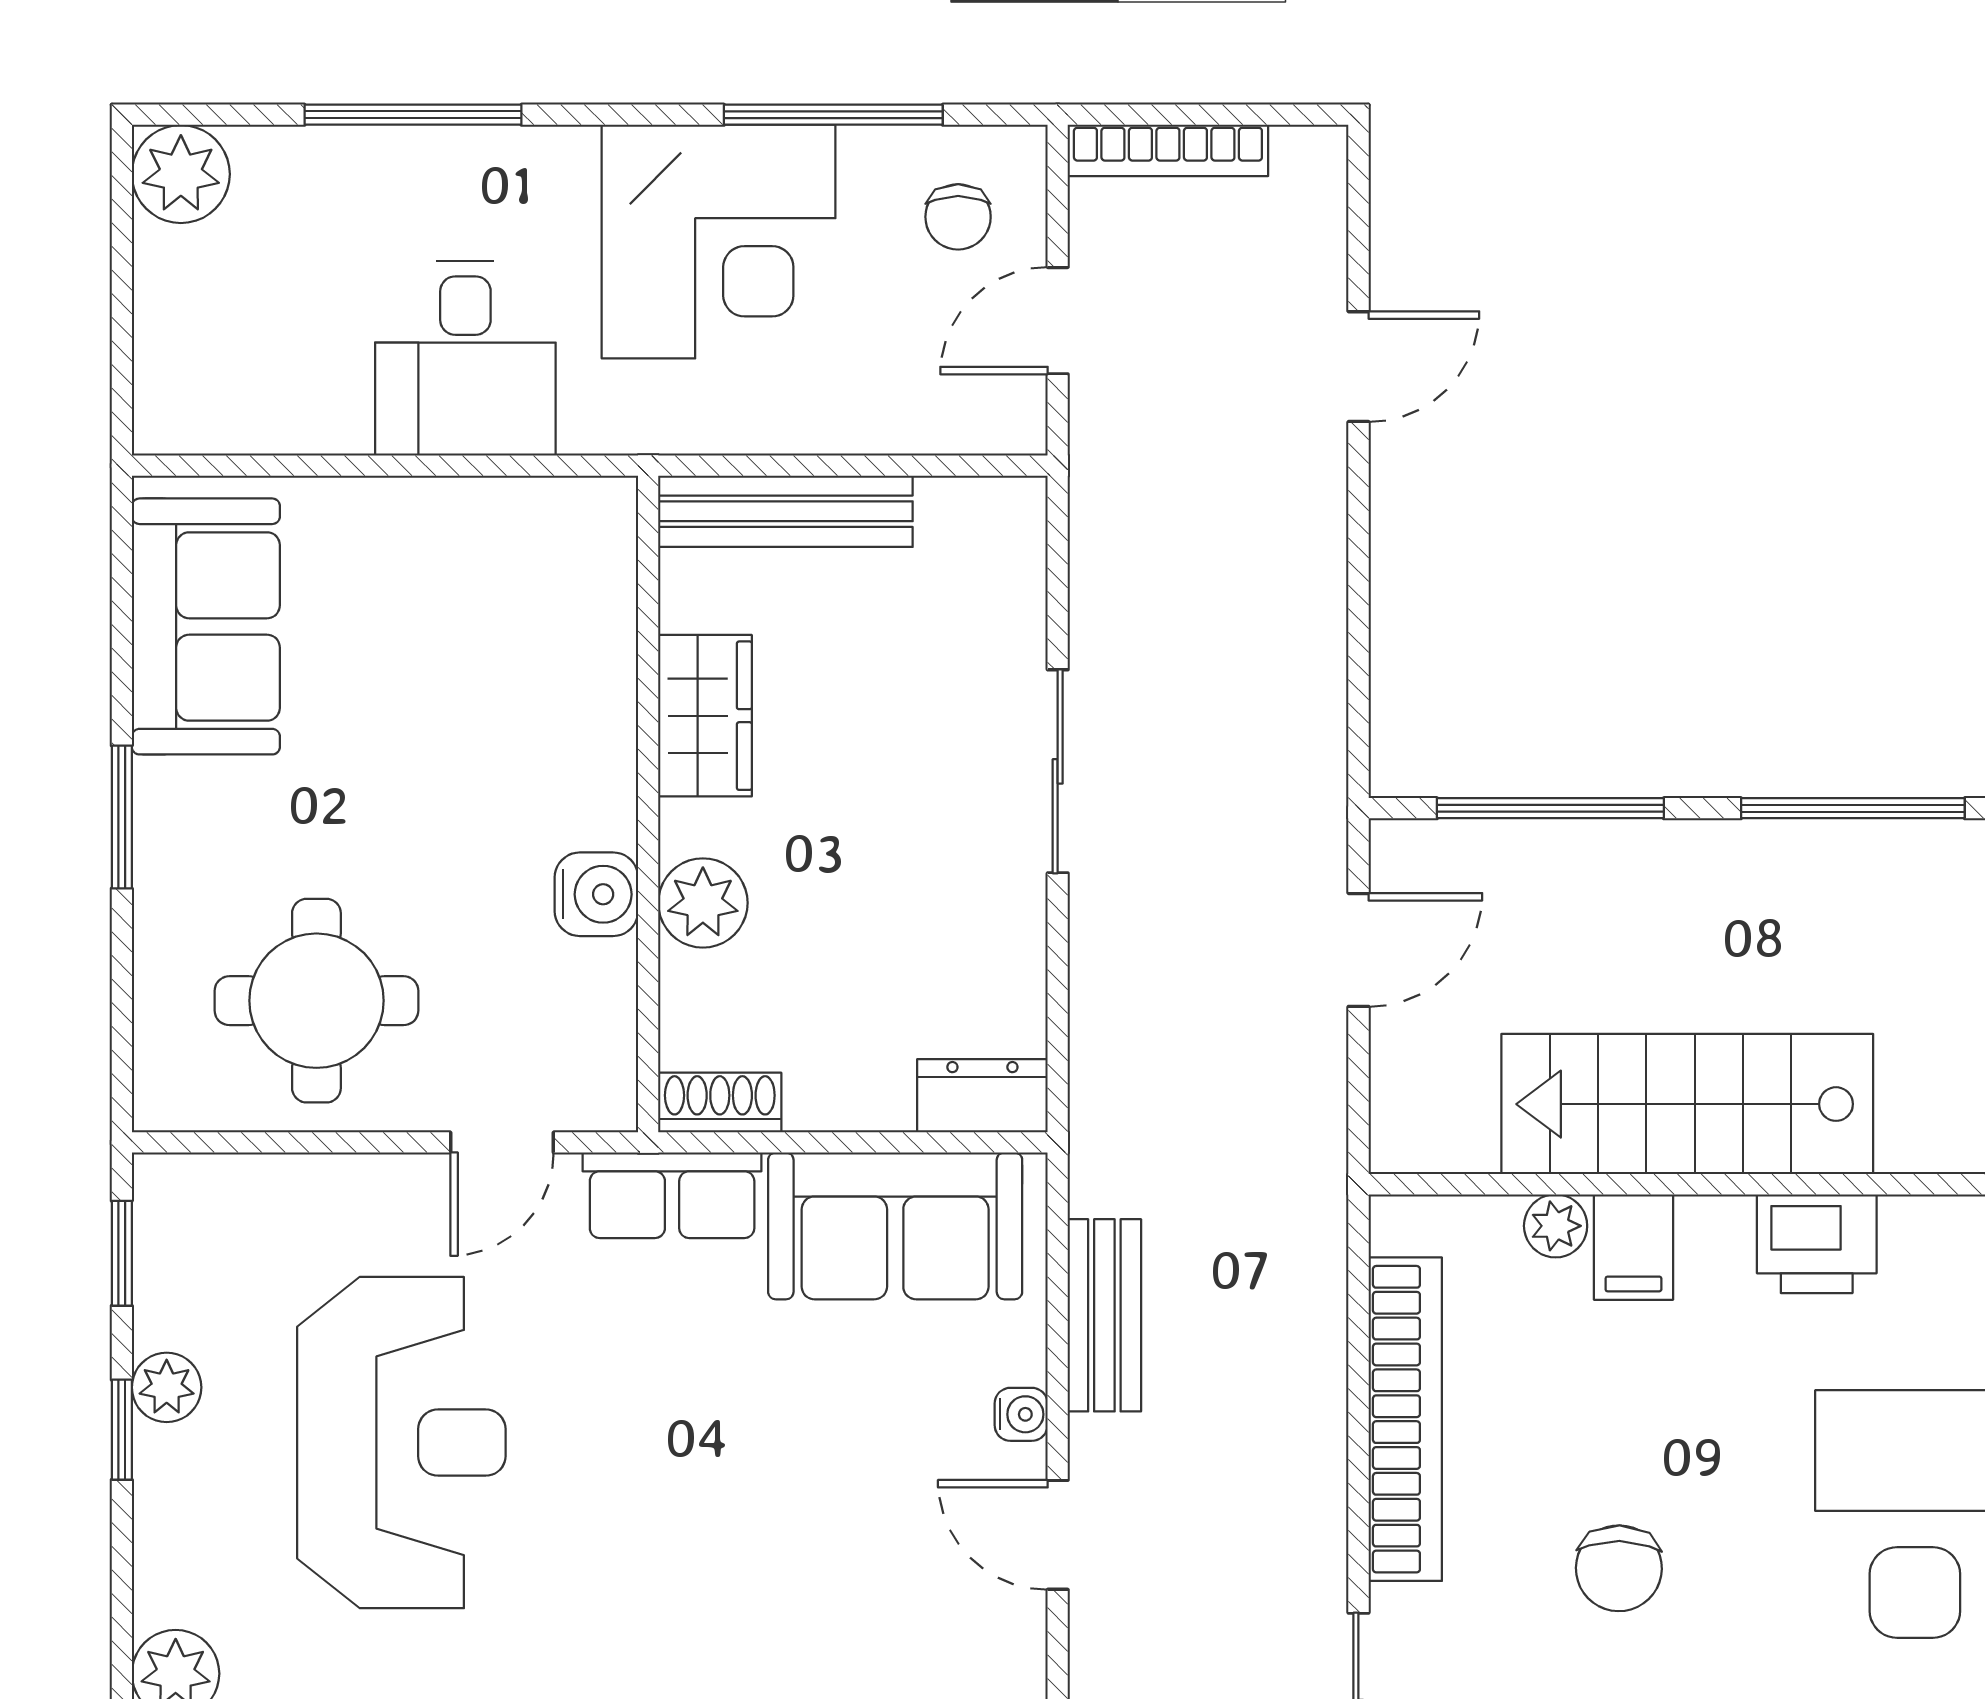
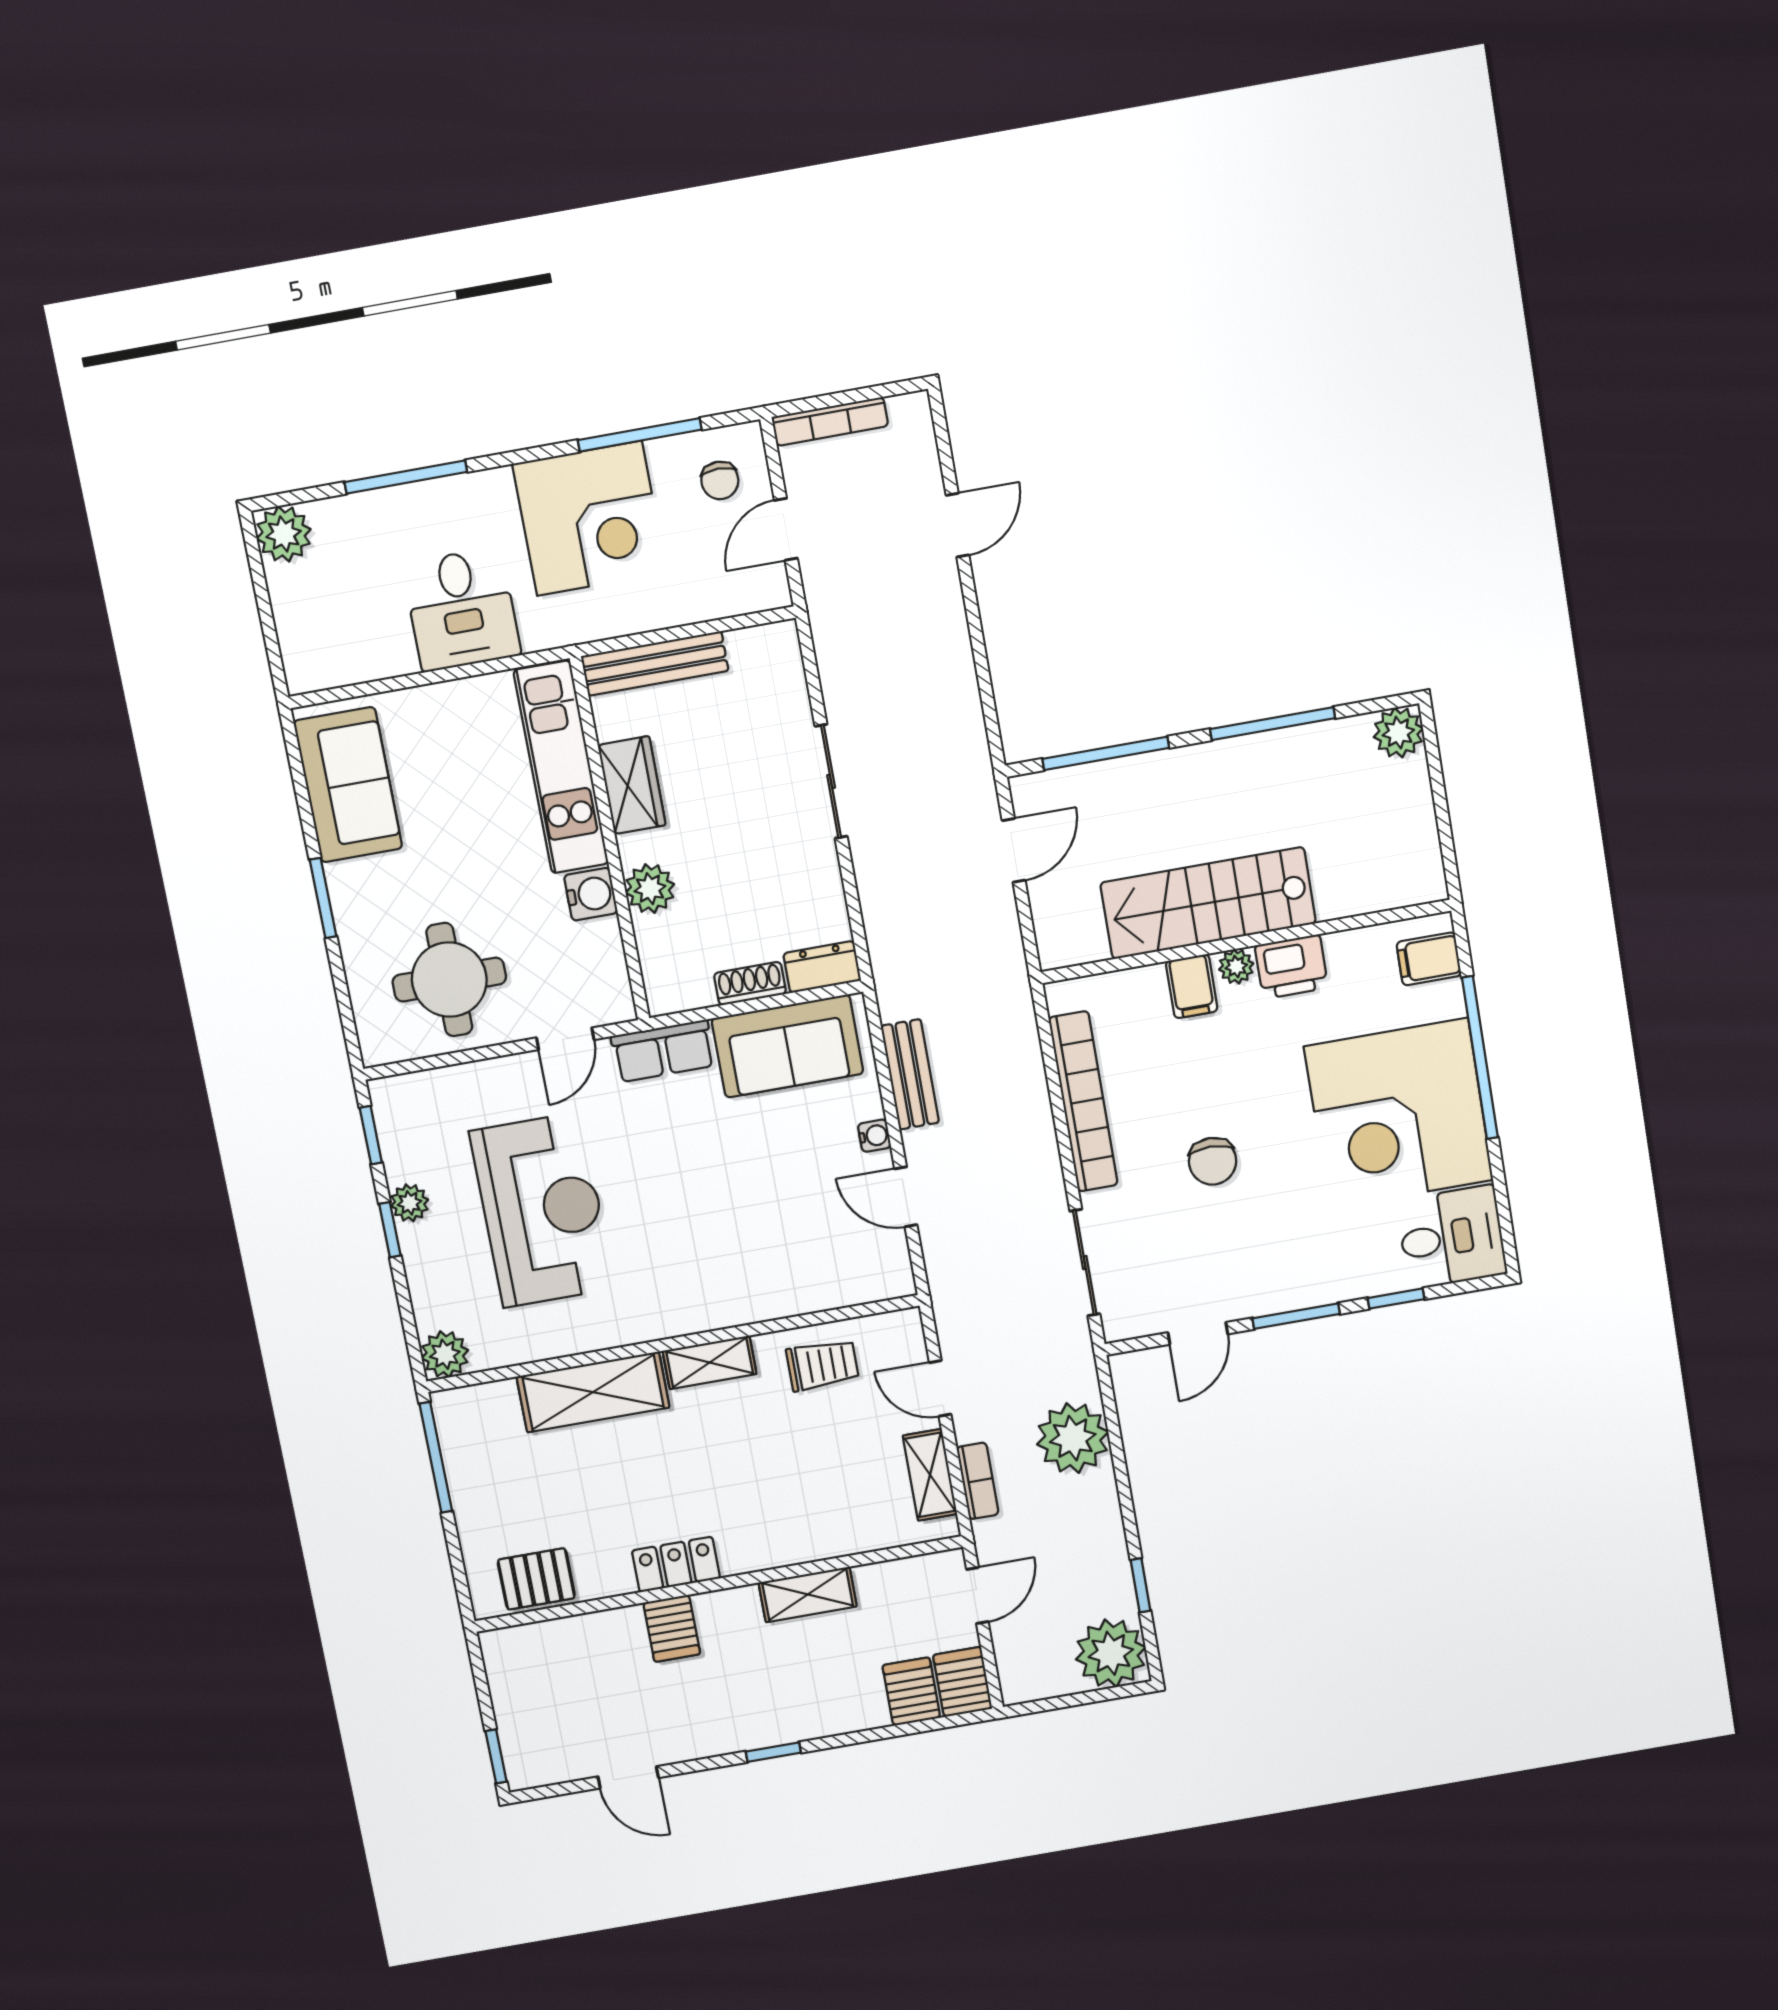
kitchen unit: (586, 662) -> (561, 767), added
shoe rack: (720, 1103) -> (750, 984), moved
plant: (1556, 1226) -> (1236, 967), moved

